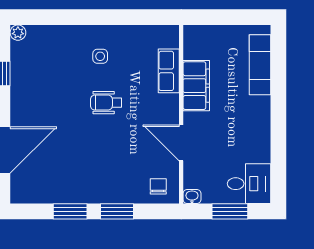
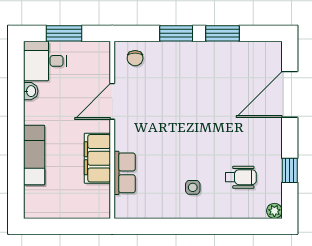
exam couch: (260, 65) -> (34, 155), moved
wheelchair: (106, 103) -> (241, 177), moved
door: (181, 143) -> (112, 101), swing flipped
washbasin: (192, 197) -> (31, 91), moved, turned -90

